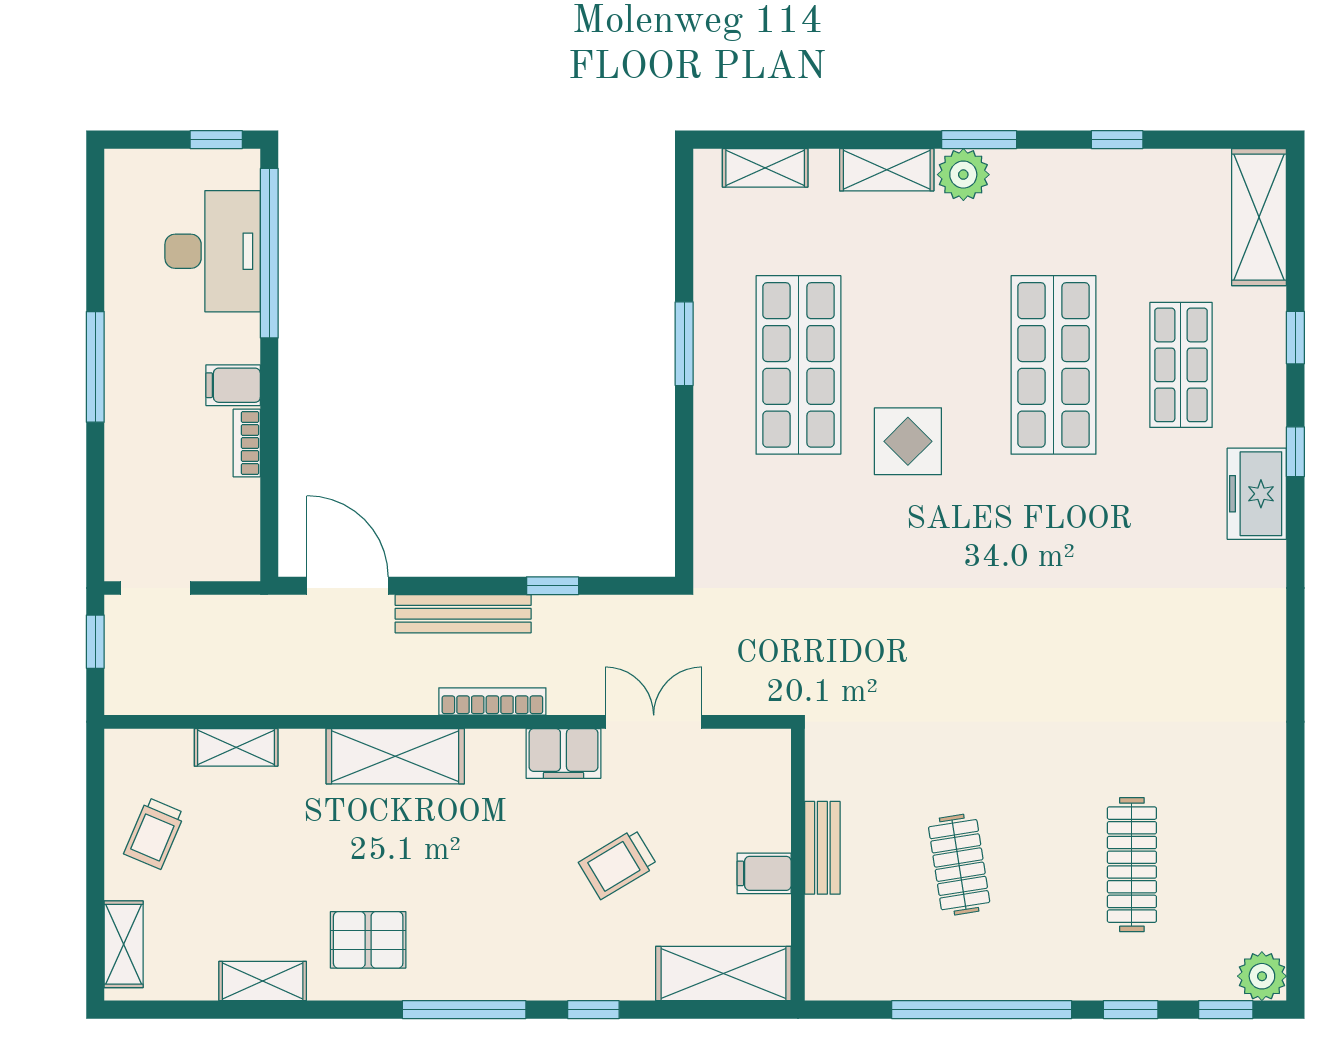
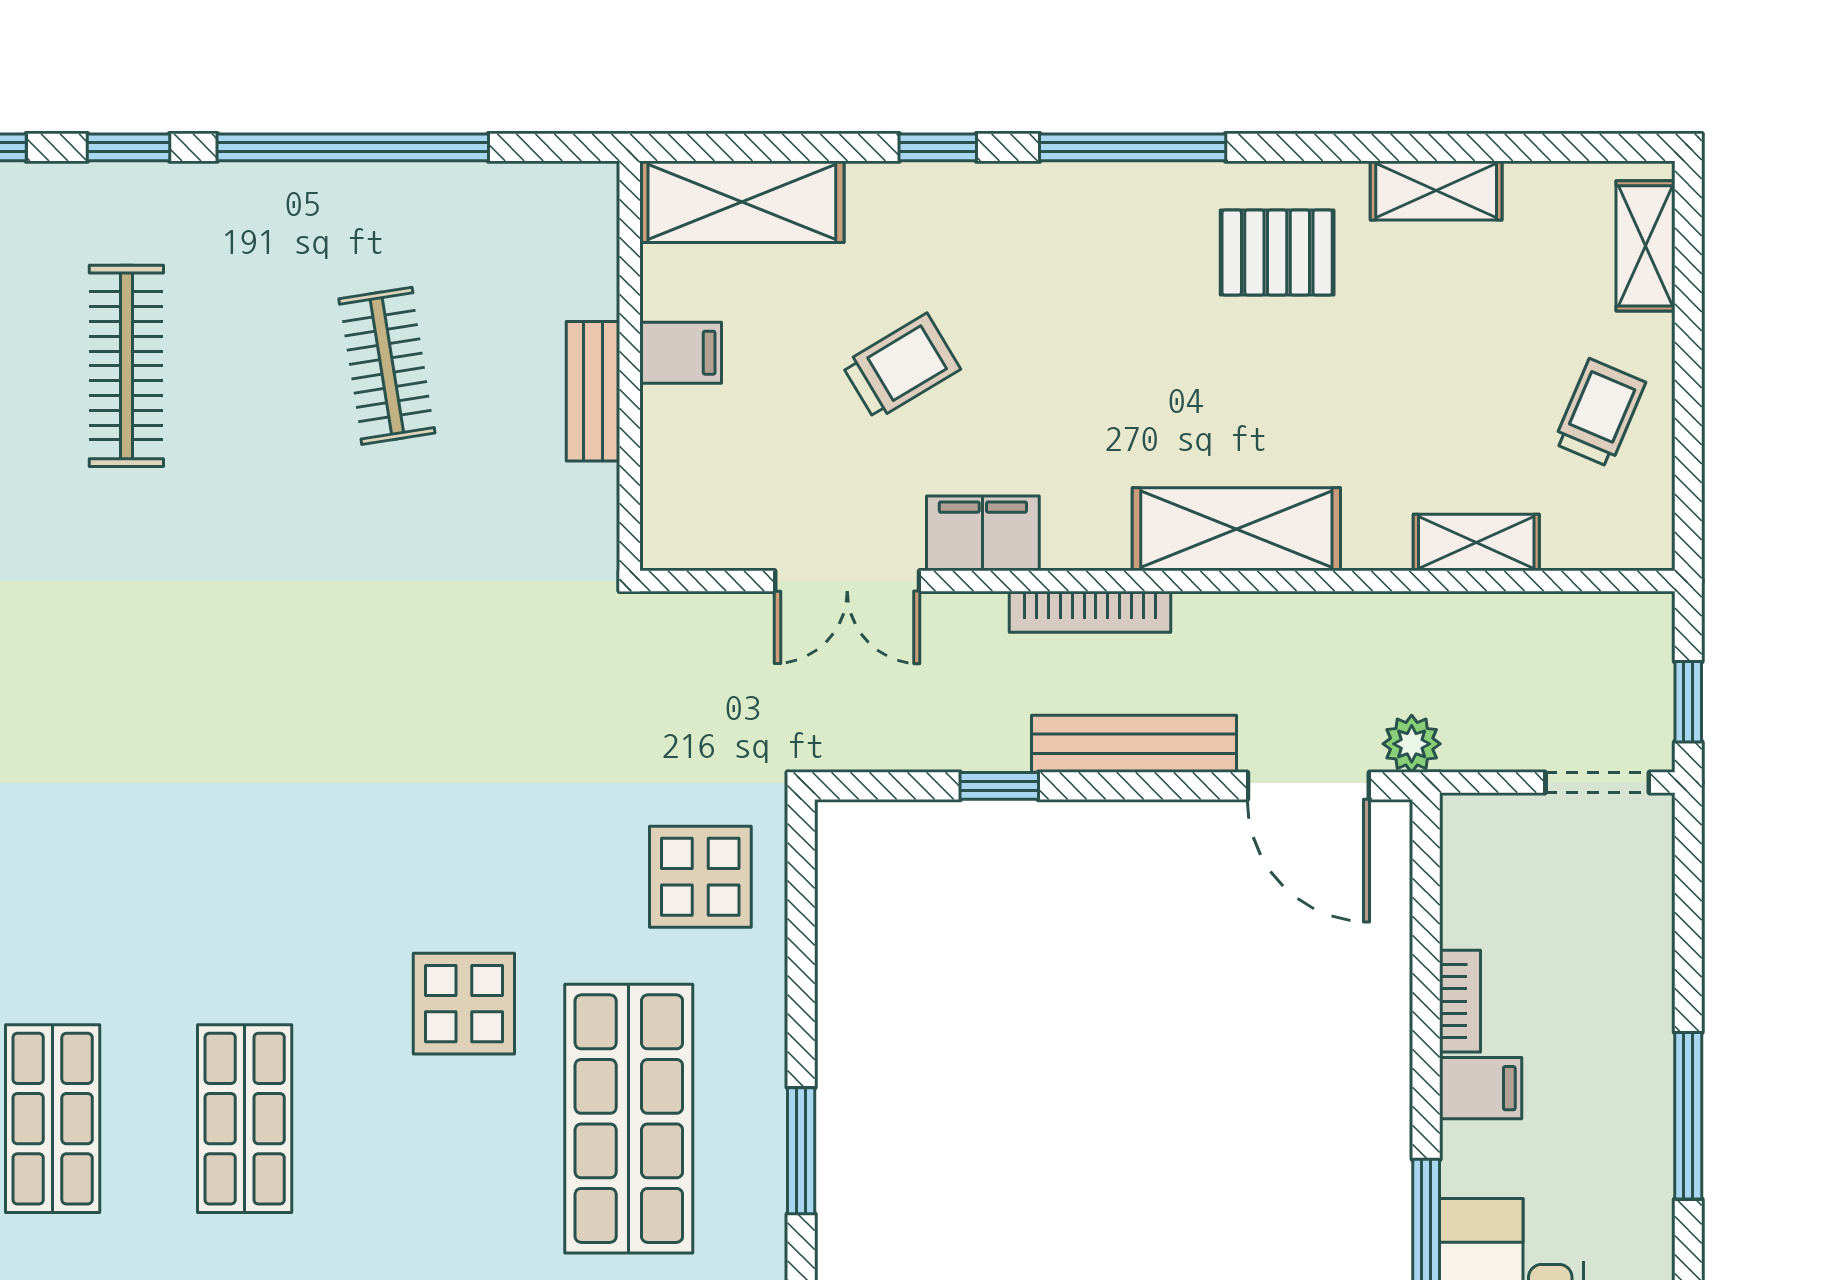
shop shelf: (1053, 365) -> (245, 1119), width x0.70, depth x0.74
display table: (751, 525) -> (700, 877), added
plant: (279, 614) -> (1412, 744), added

